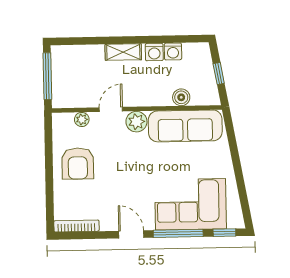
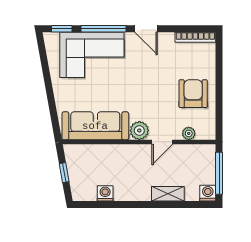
shelving: (123, 52) -> (168, 194), moved
washing machine: (154, 52) -> (208, 193), moved
boiler: (181, 97) -> (98, 152), removed

